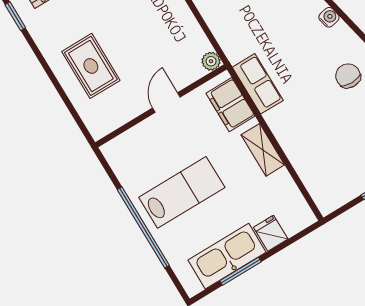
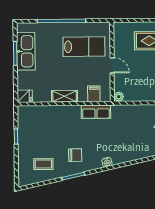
filing cabinet: (231, 105) -> (94, 94), width x0.50
lab bench: (182, 192) -> (84, 47), moved, turned -90
fridge: (271, 233) -> (25, 96), moved

